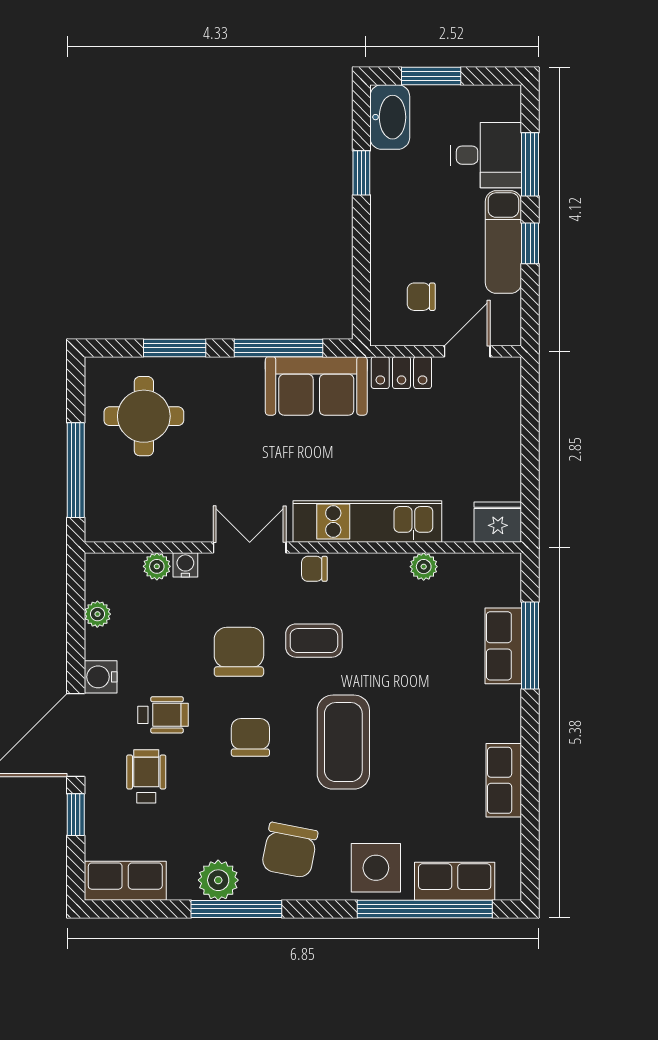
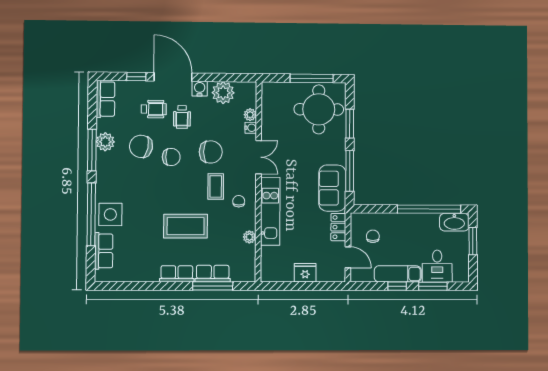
window: (361, 173) -> (429, 209), width x3.17
round table: (144, 416) -> (319, 109), width x1.36, depth x1.36
window: (76, 470) -> (312, 78), moved
fridge: (498, 522) -> (305, 273), moved, turned -90
chair: (314, 569) -> (239, 201), moved
plant: (97, 614) -> (223, 93), width x1.88, depth x1.88
coffee table: (343, 742) -> (186, 226), moved
row of seats: (504, 780) -> (177, 274), moved
chair: (290, 850) -> (141, 146), moved
window: (425, 909) -> (91, 214), moved

